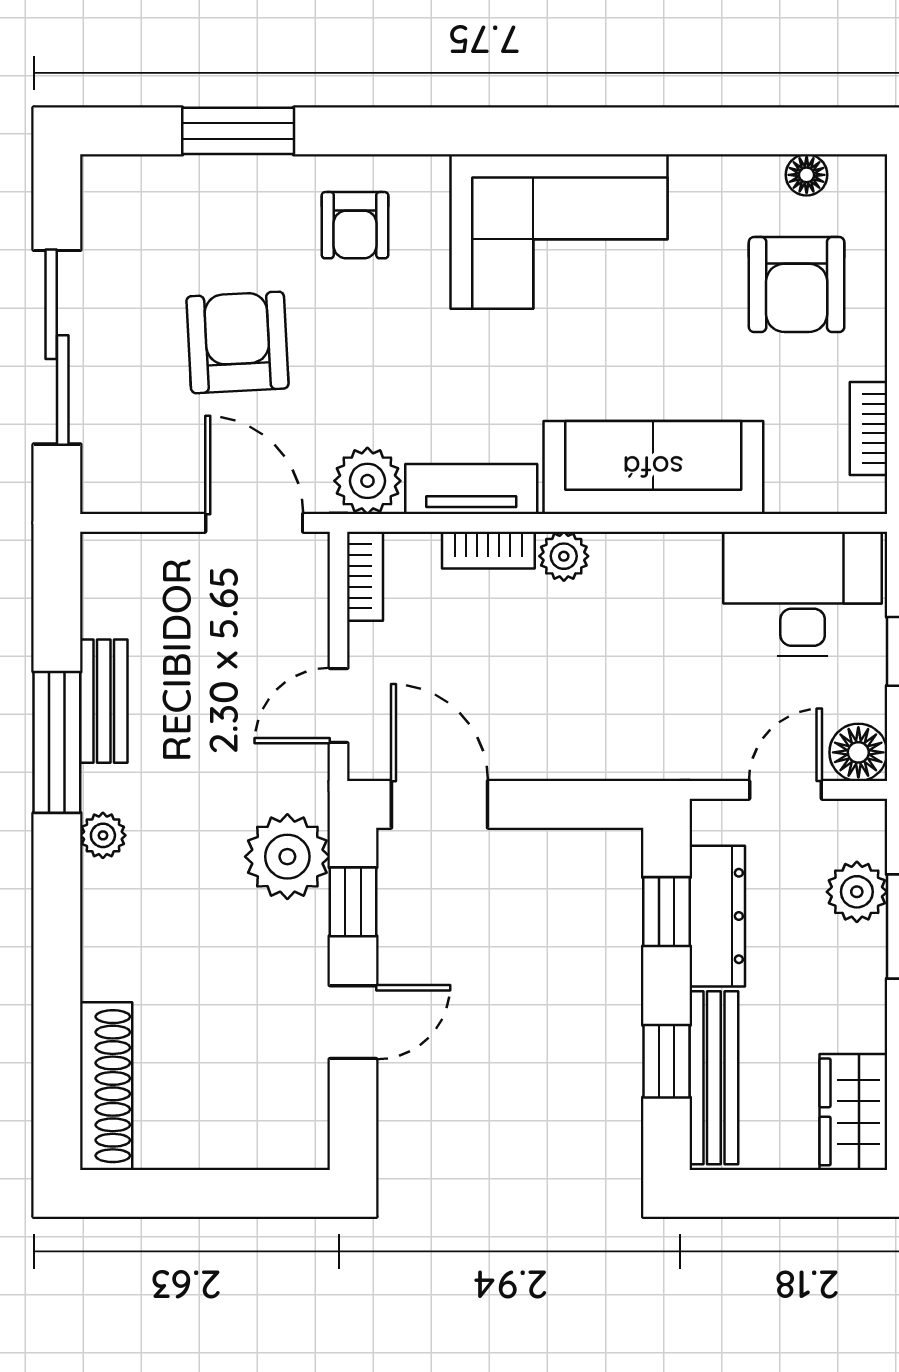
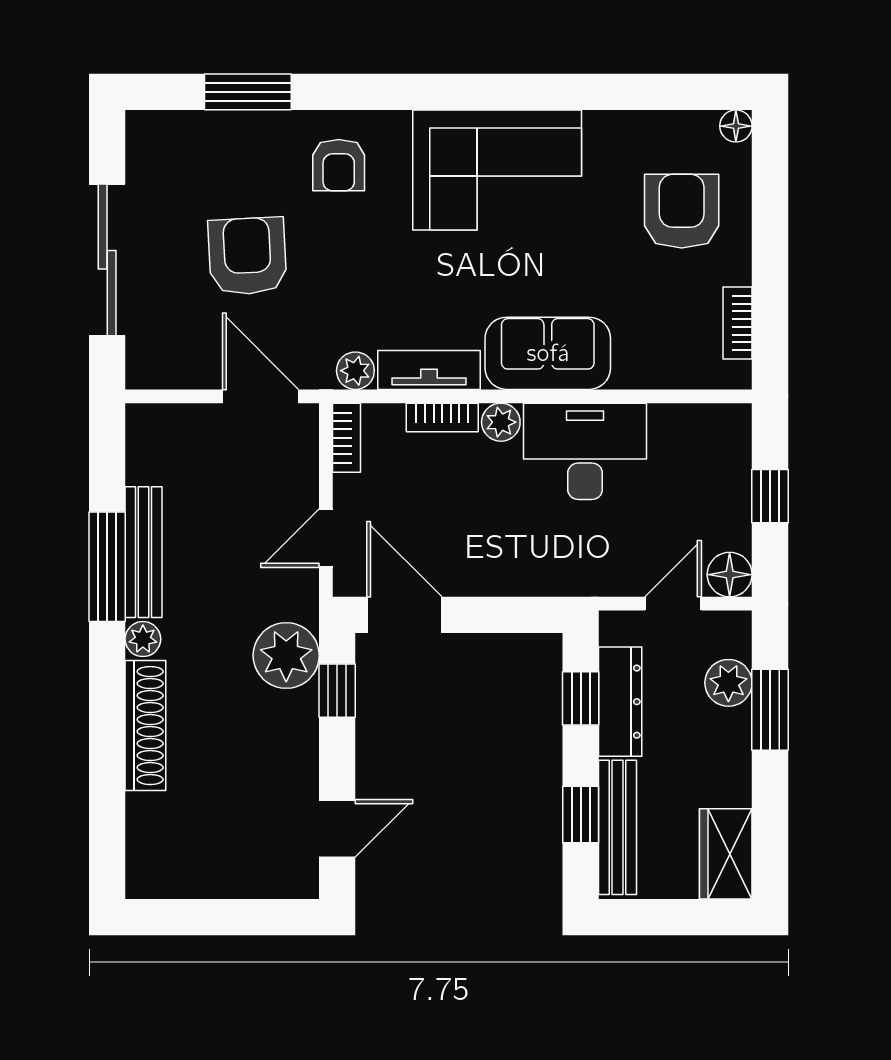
floor lamp: (807, 175) -> (736, 126), moved
armchair: (797, 284) -> (682, 211), turned 180
sofa: (653, 467) -> (548, 353), width x0.73
plant: (367, 481) -> (355, 371), width x0.73, depth x0.73
desk: (803, 594) -> (585, 451), moved
bench: (104, 701) -> (144, 552), width x1.36
door: (353, 1022) -> (337, 828), moved
shoe rack: (106, 1086) -> (145, 726), moved

